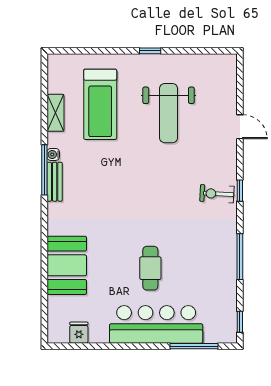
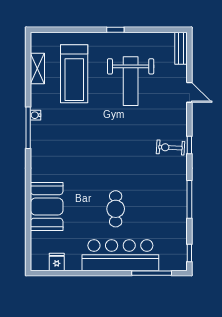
shelving: (55, 113) -> (37, 69), moved
bench: (55, 182) -> (181, 48), moved

